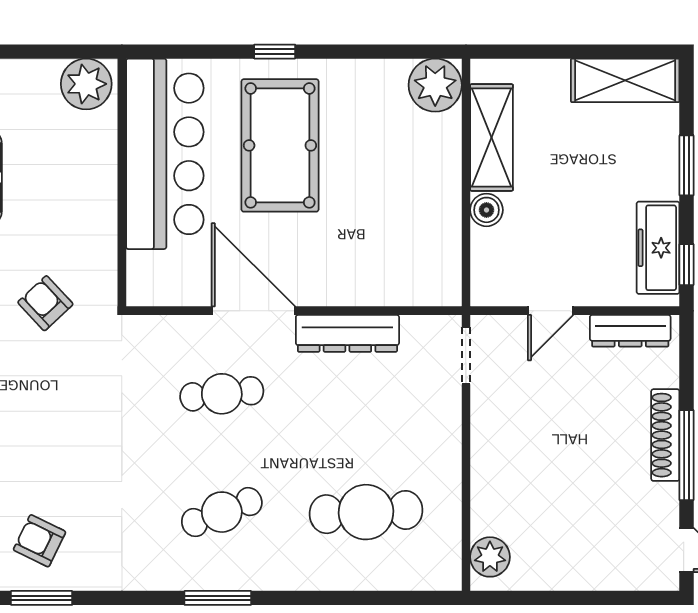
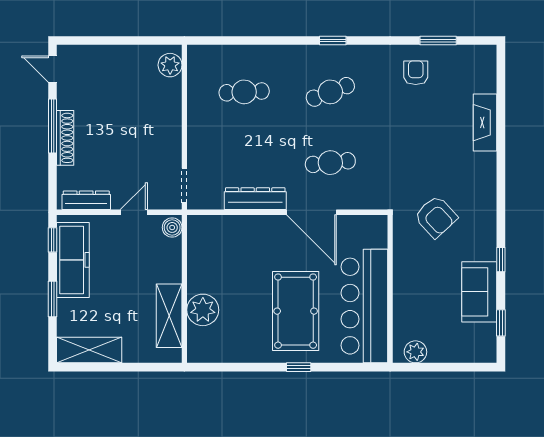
plant: (86, 84) -> (415, 352), width x0.73, depth x0.73
plant: (435, 85) -> (203, 310), moved
boiler: (486, 210) -> (172, 227), moved
freezer: (658, 248) -> (73, 260), width x1.36, depth x1.26
armchair: (45, 303) -> (436, 217), width x1.38, depth x1.38
cafe table: (366, 512) -> (244, 92), width x0.73, depth x0.74
armchair: (40, 541) -> (416, 73), moved, turned -116
window: (218, 598) -> (333, 41), width x0.67

